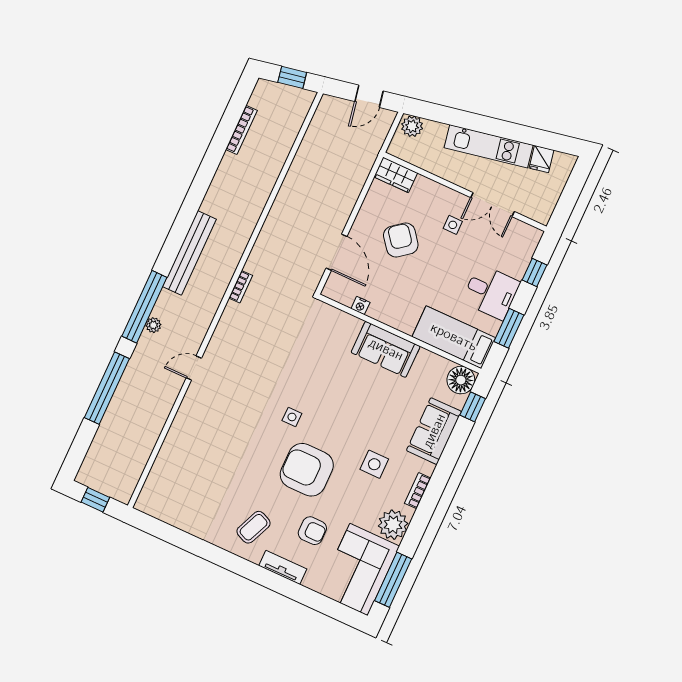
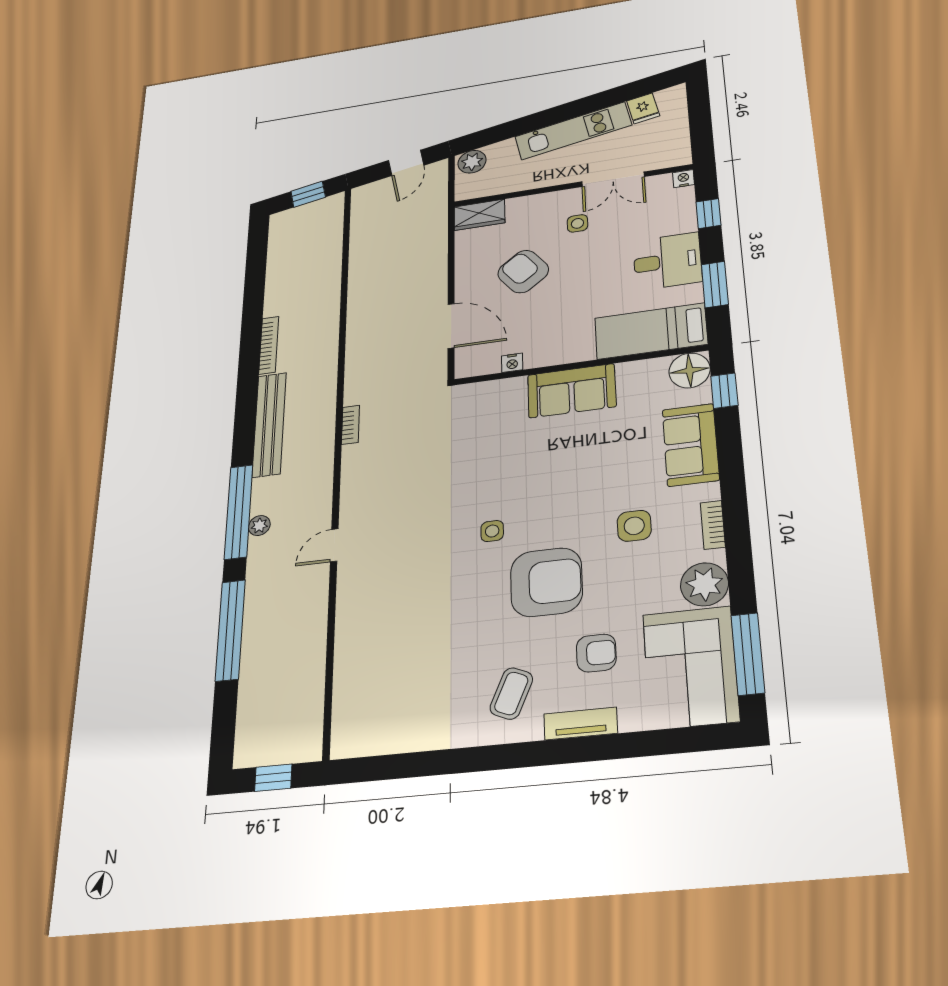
bookcase: (241, 130) -> (269, 345), moved
nightstand: (535, 235) -> (683, 179), added
armchair: (307, 470) -> (546, 582), turned 180

